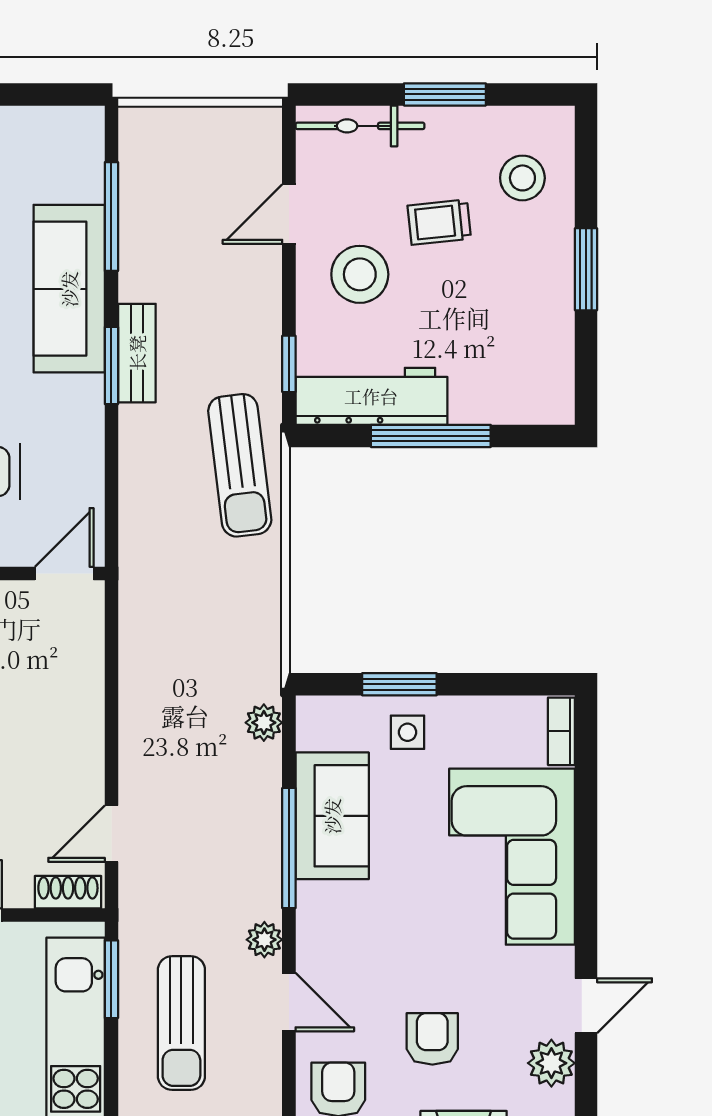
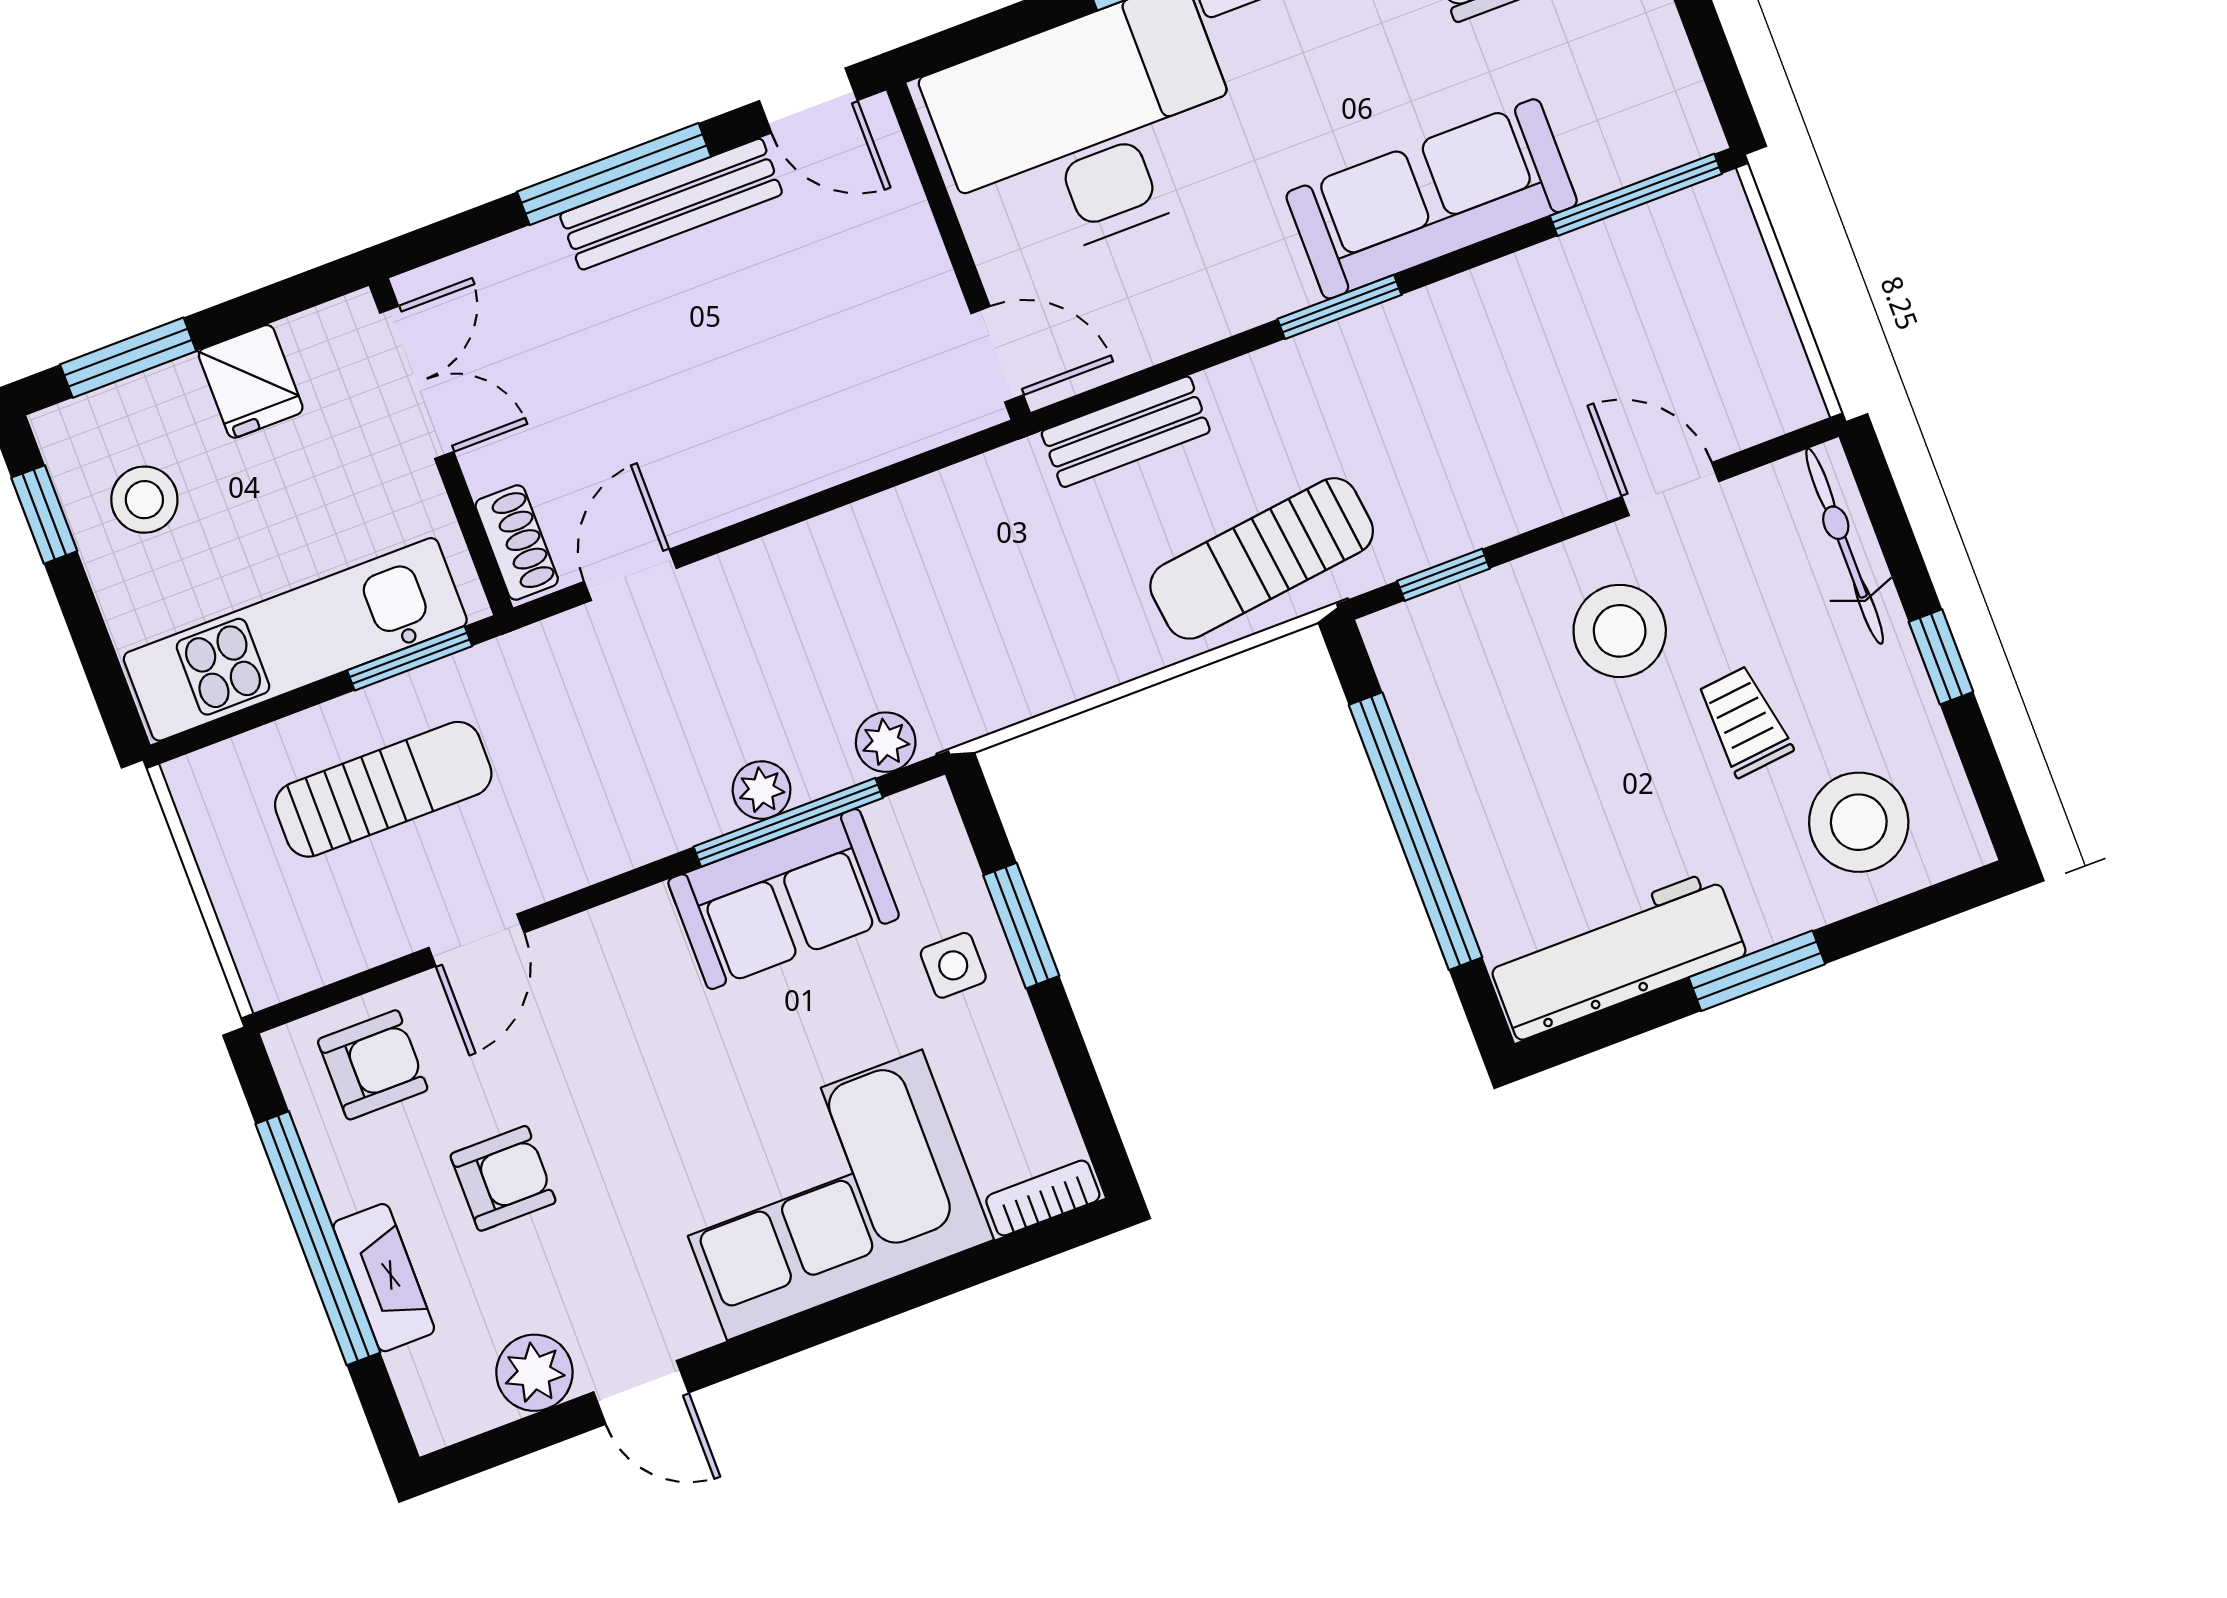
window: (445, 94) -> (1941, 657), width x0.67
stool: (522, 178) -> (1859, 822), width x1.38, depth x1.38
window: (111, 217) -> (1636, 195), moved
bench: (137, 353) -> (1126, 432), moved
workbench: (371, 396) -> (1616, 955), moved, turned -90
window: (431, 436) -> (1416, 831), width x1.46
door: (111, 834) -> (630, 575), hinge flipped
window: (289, 848) -> (788, 822), moved
plant: (264, 940) -> (762, 790), moved
sun lounger: (181, 1023) -> (383, 789), turned 180

